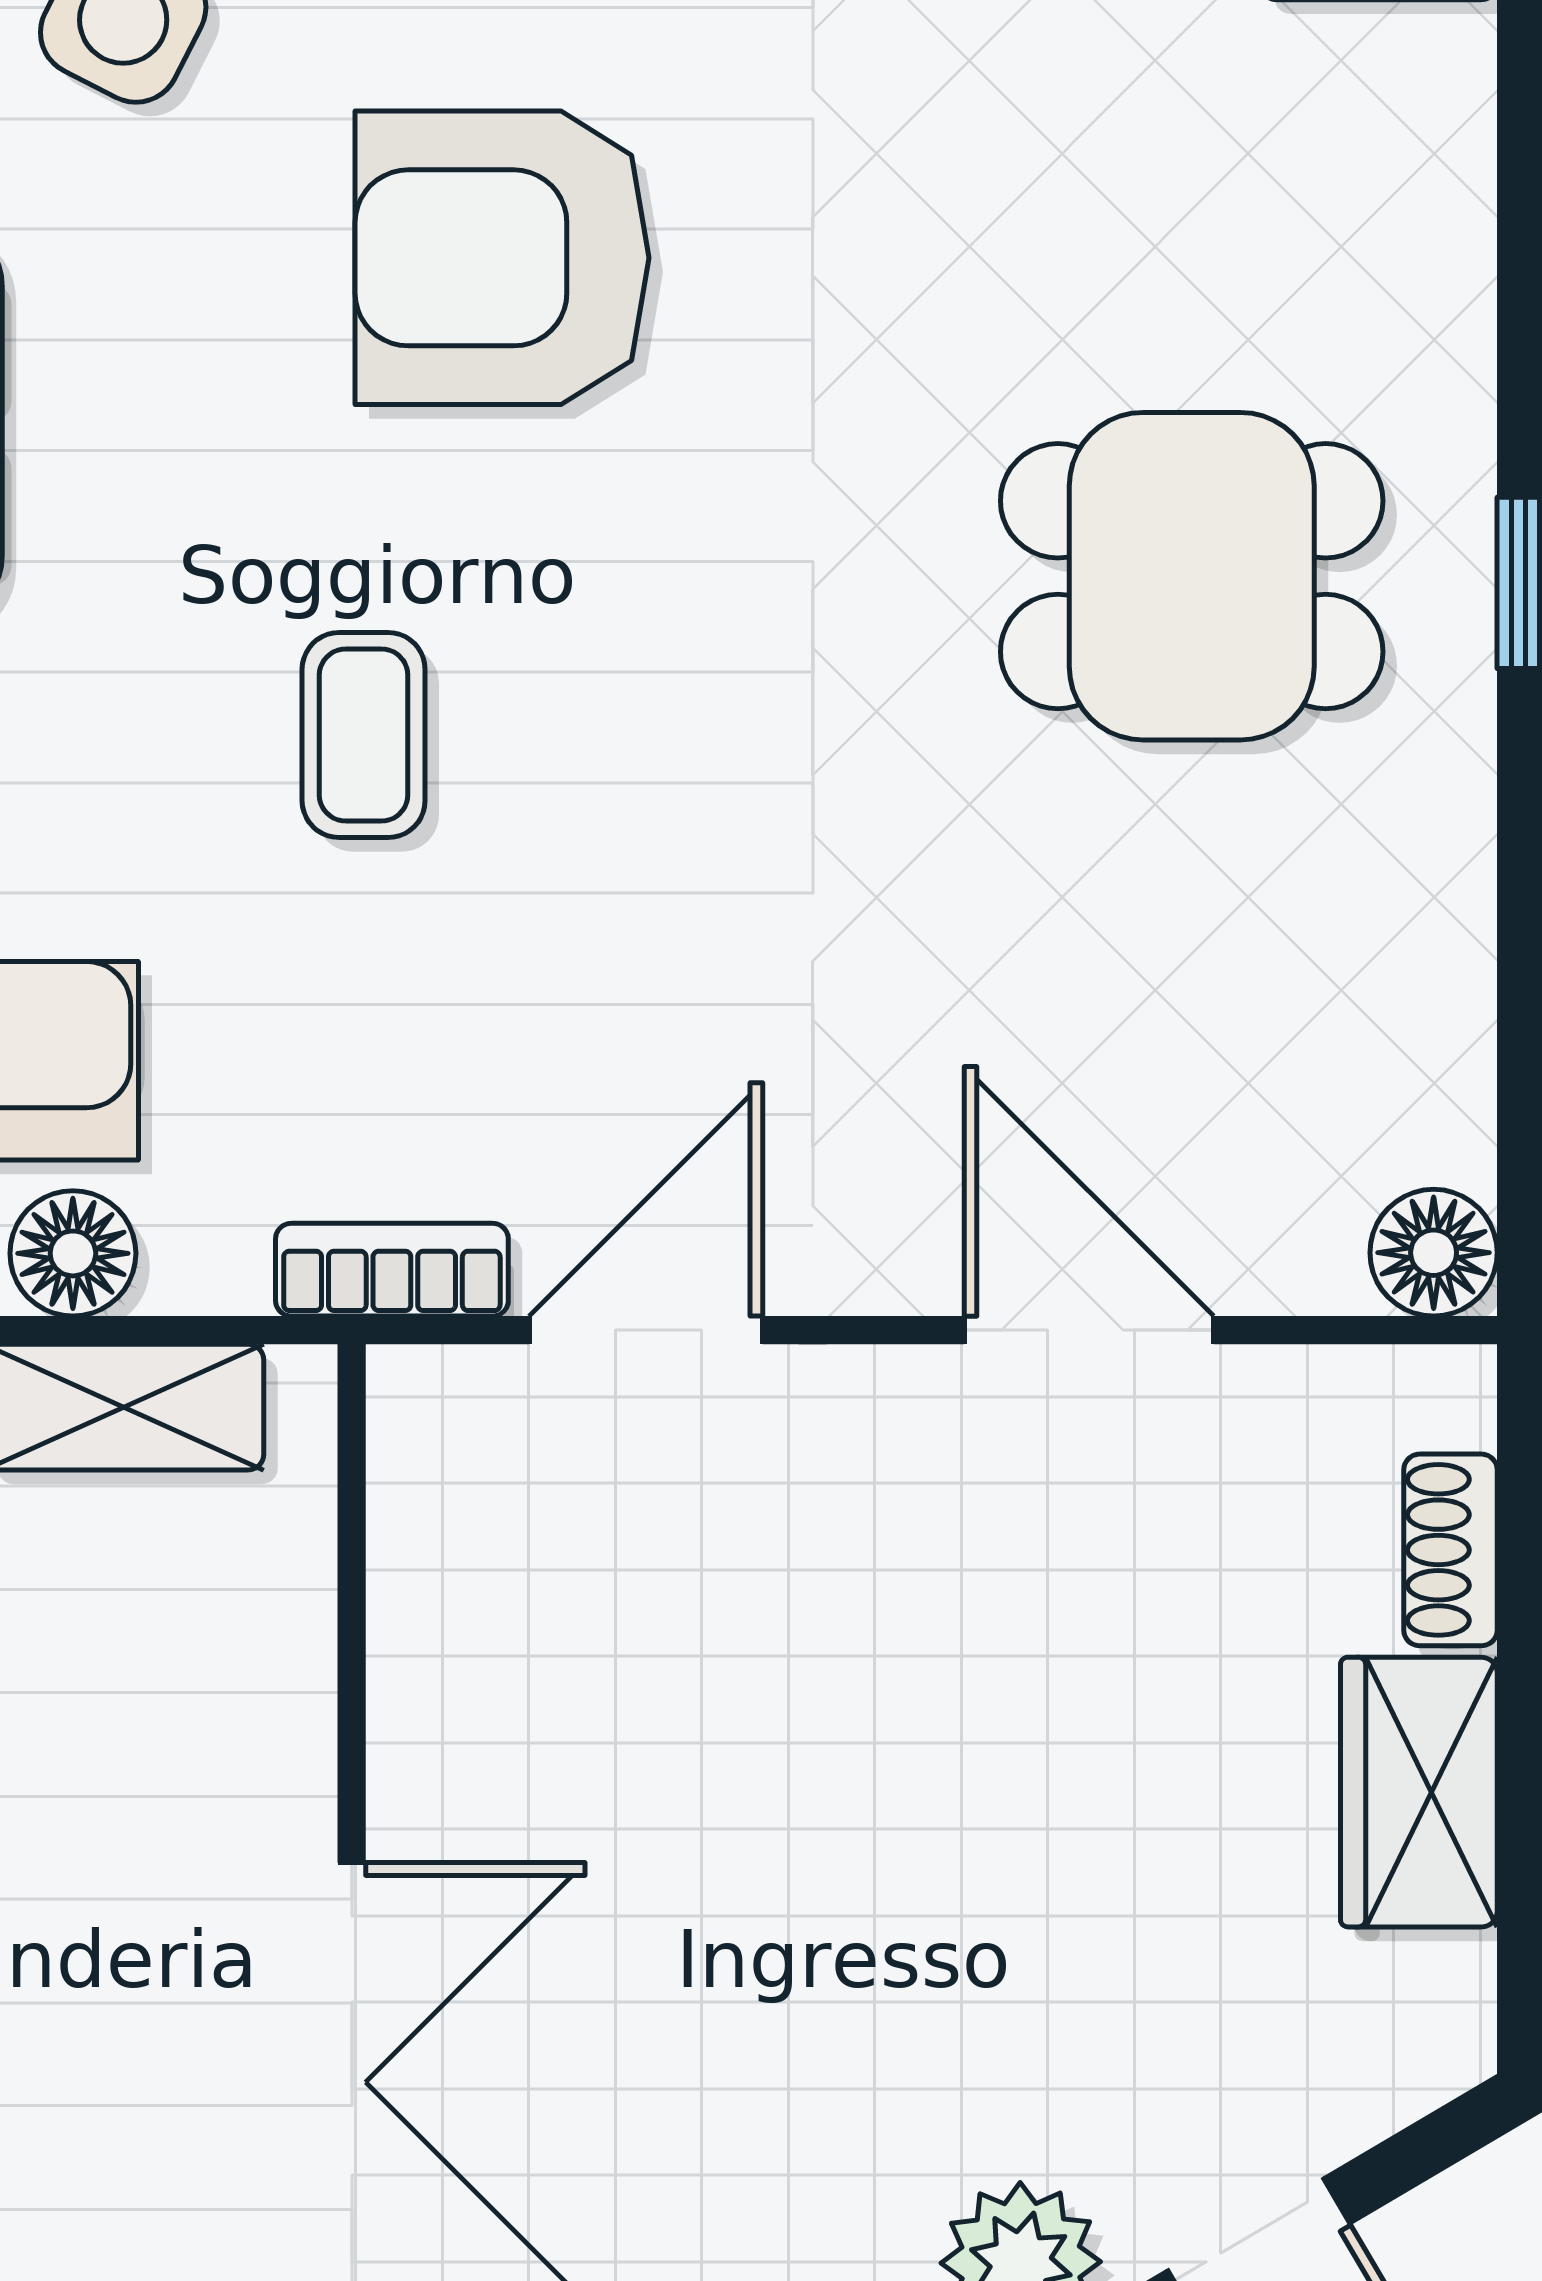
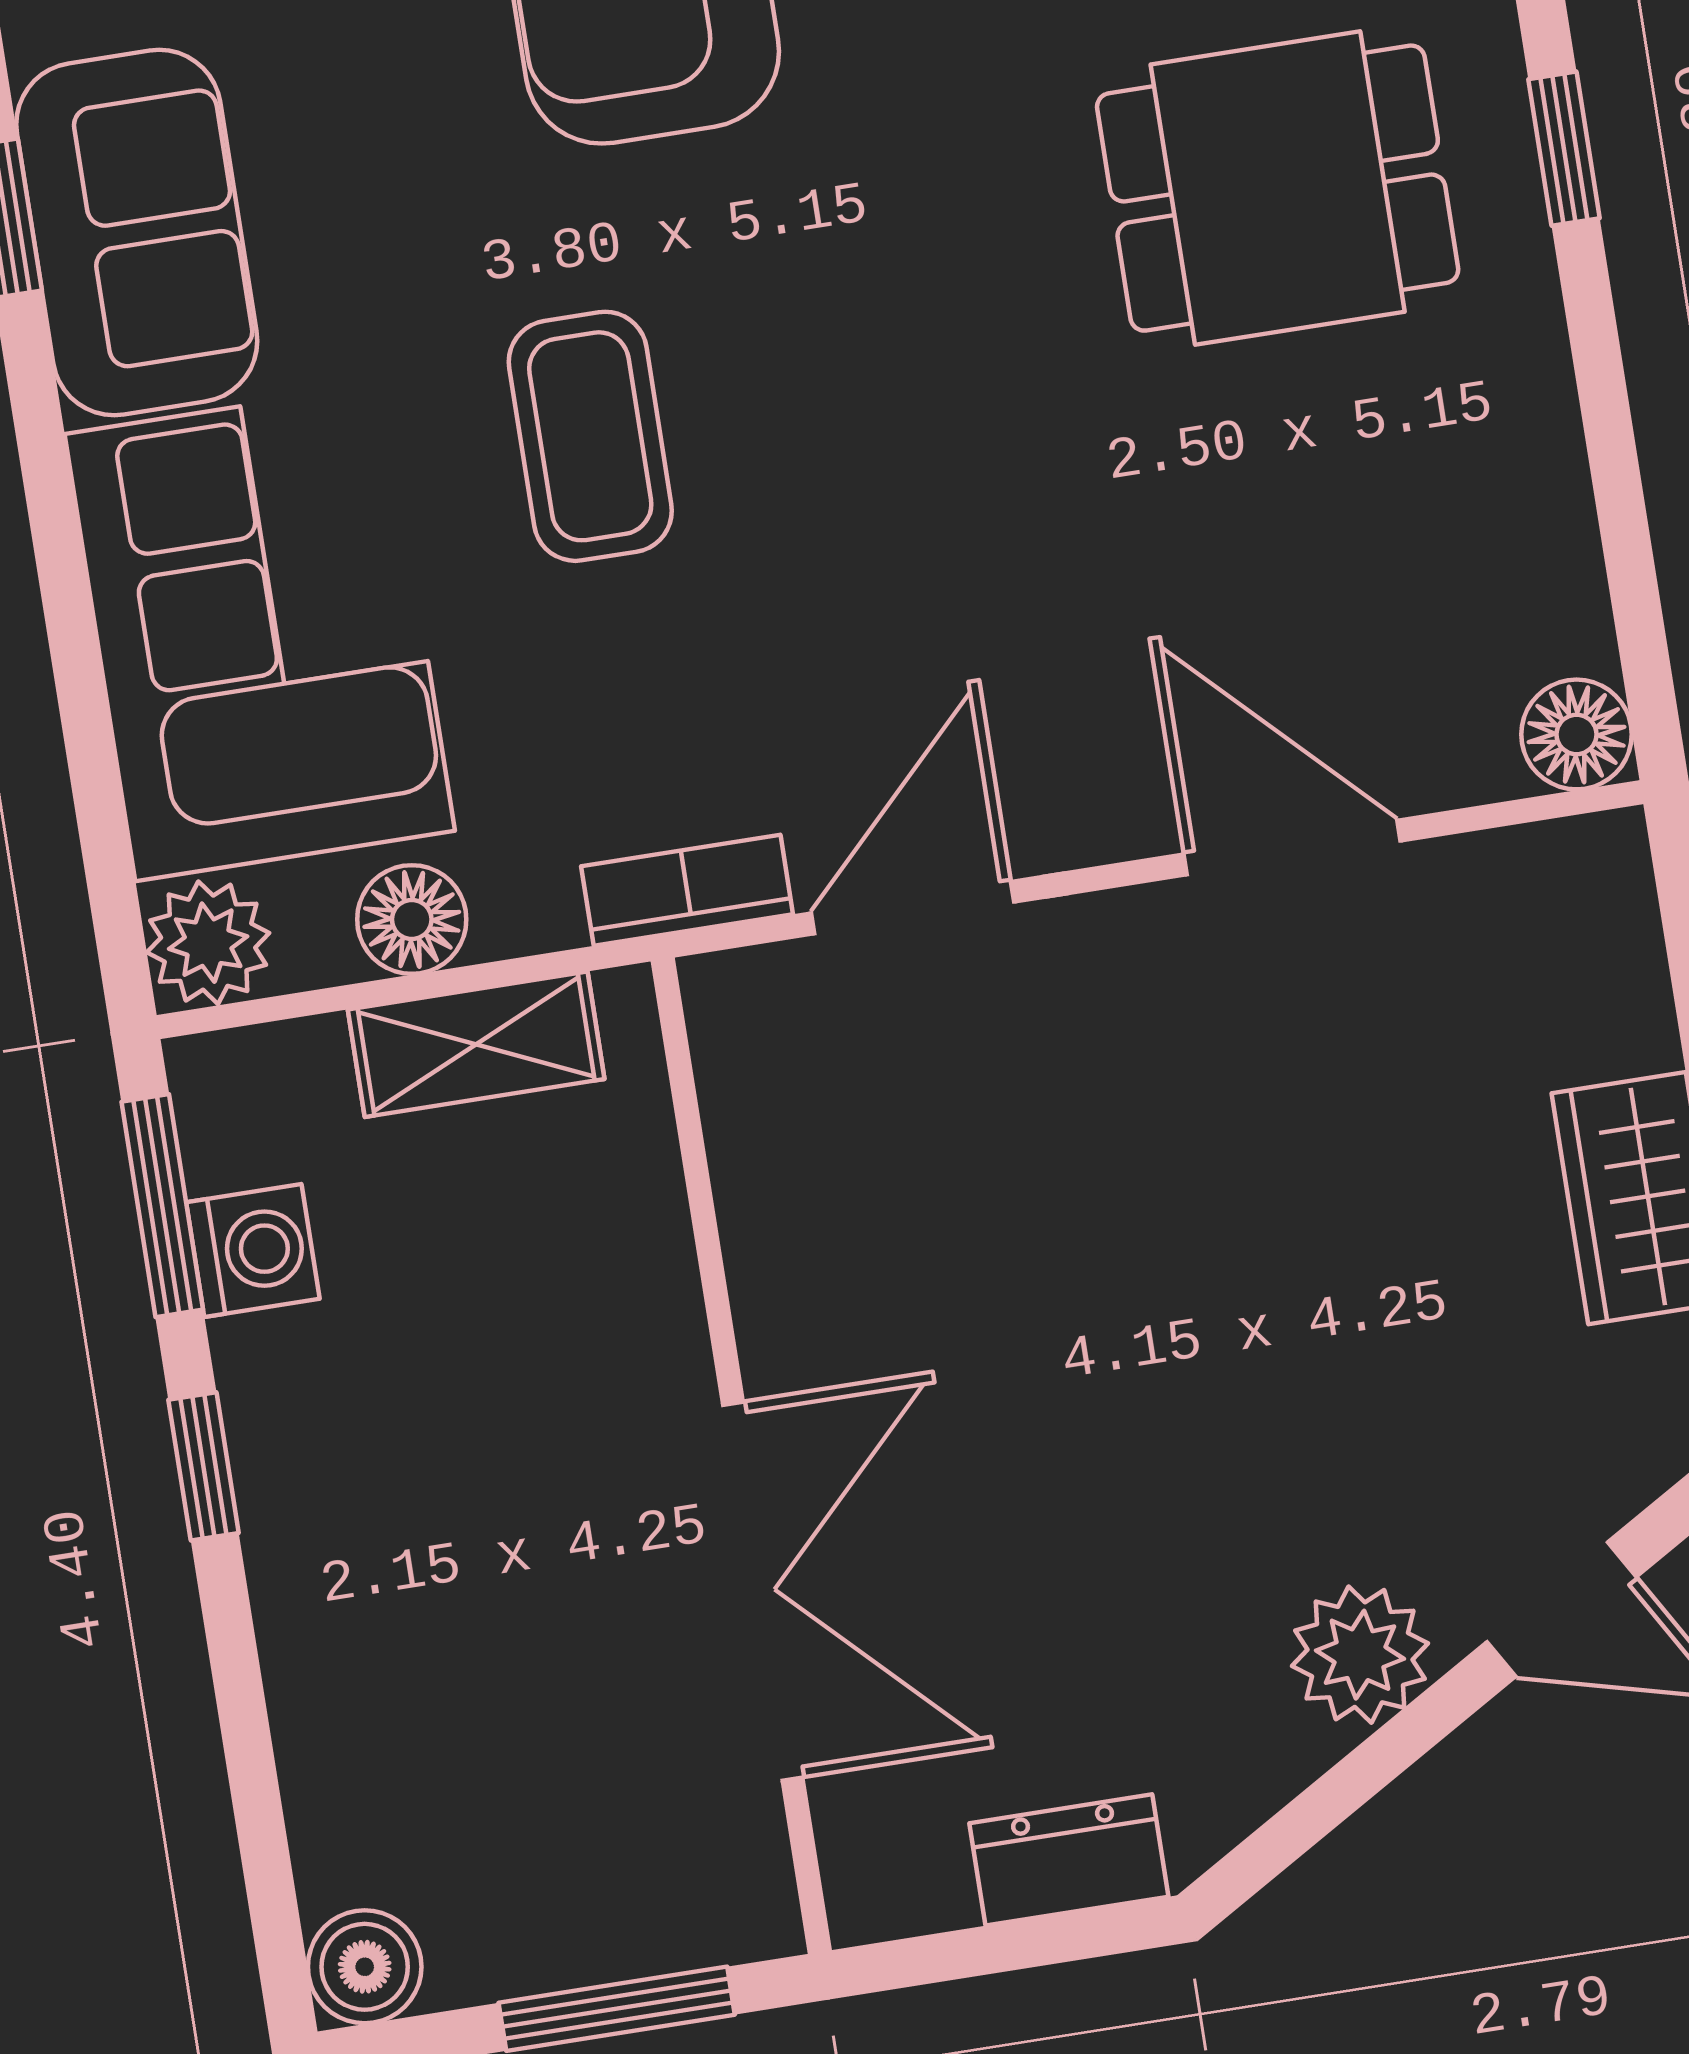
coffee table: (364, 735) -> (590, 436), width x1.36, depth x1.30
shoe rack: (1450, 1550) -> (1631, 987), removed

